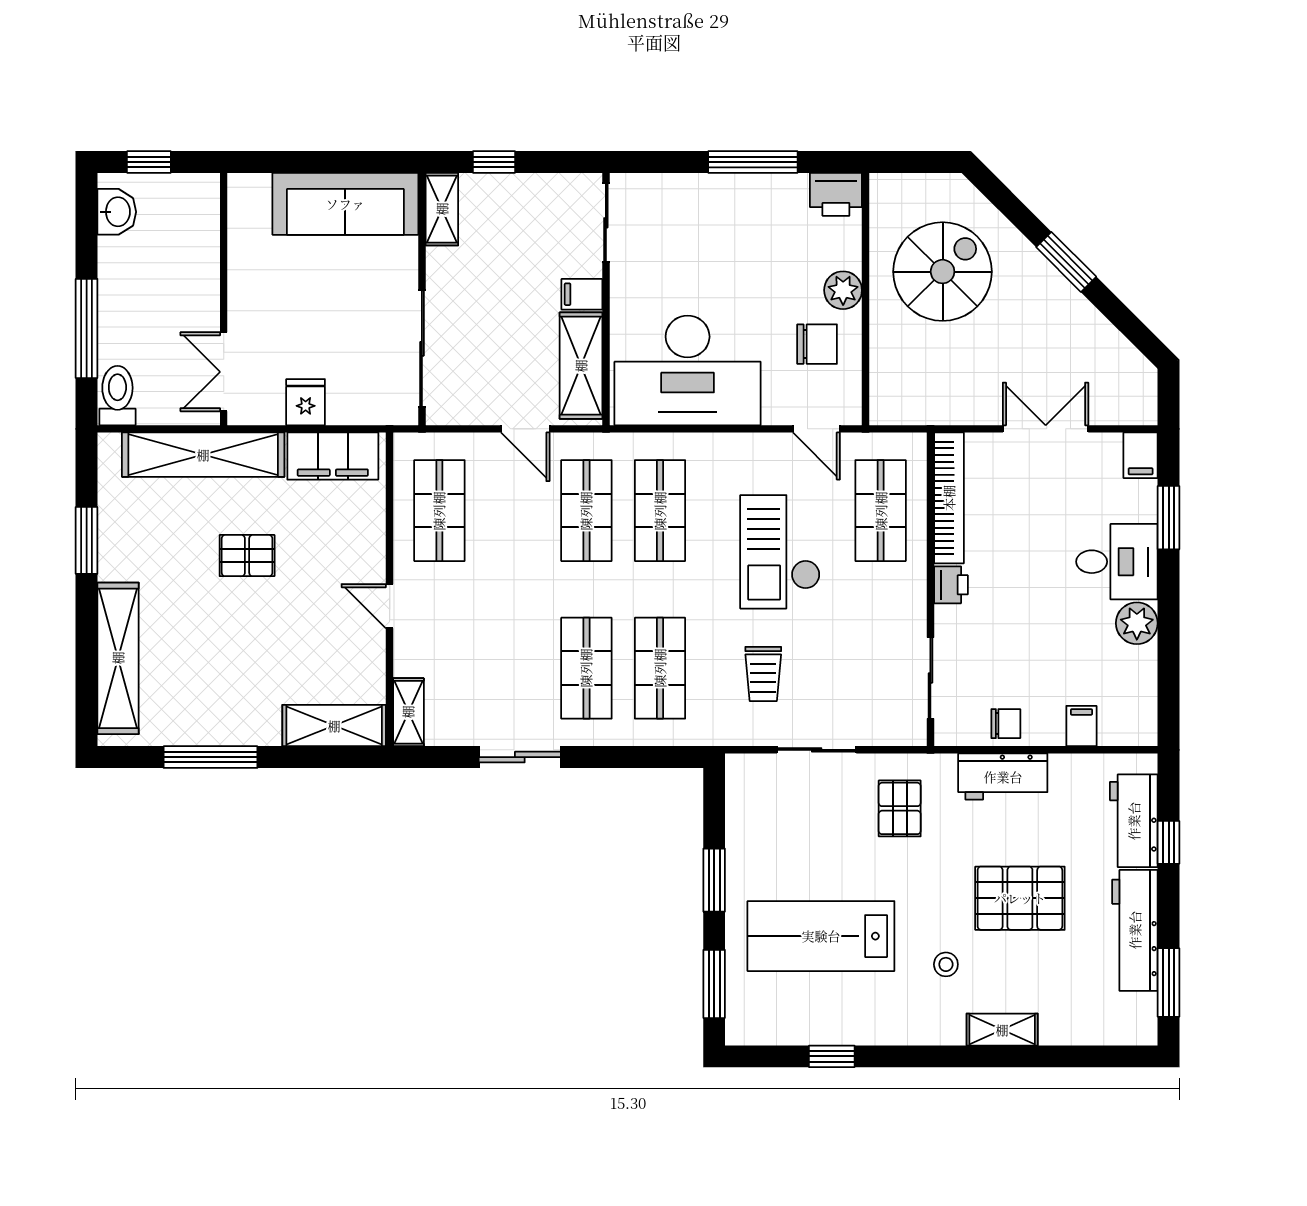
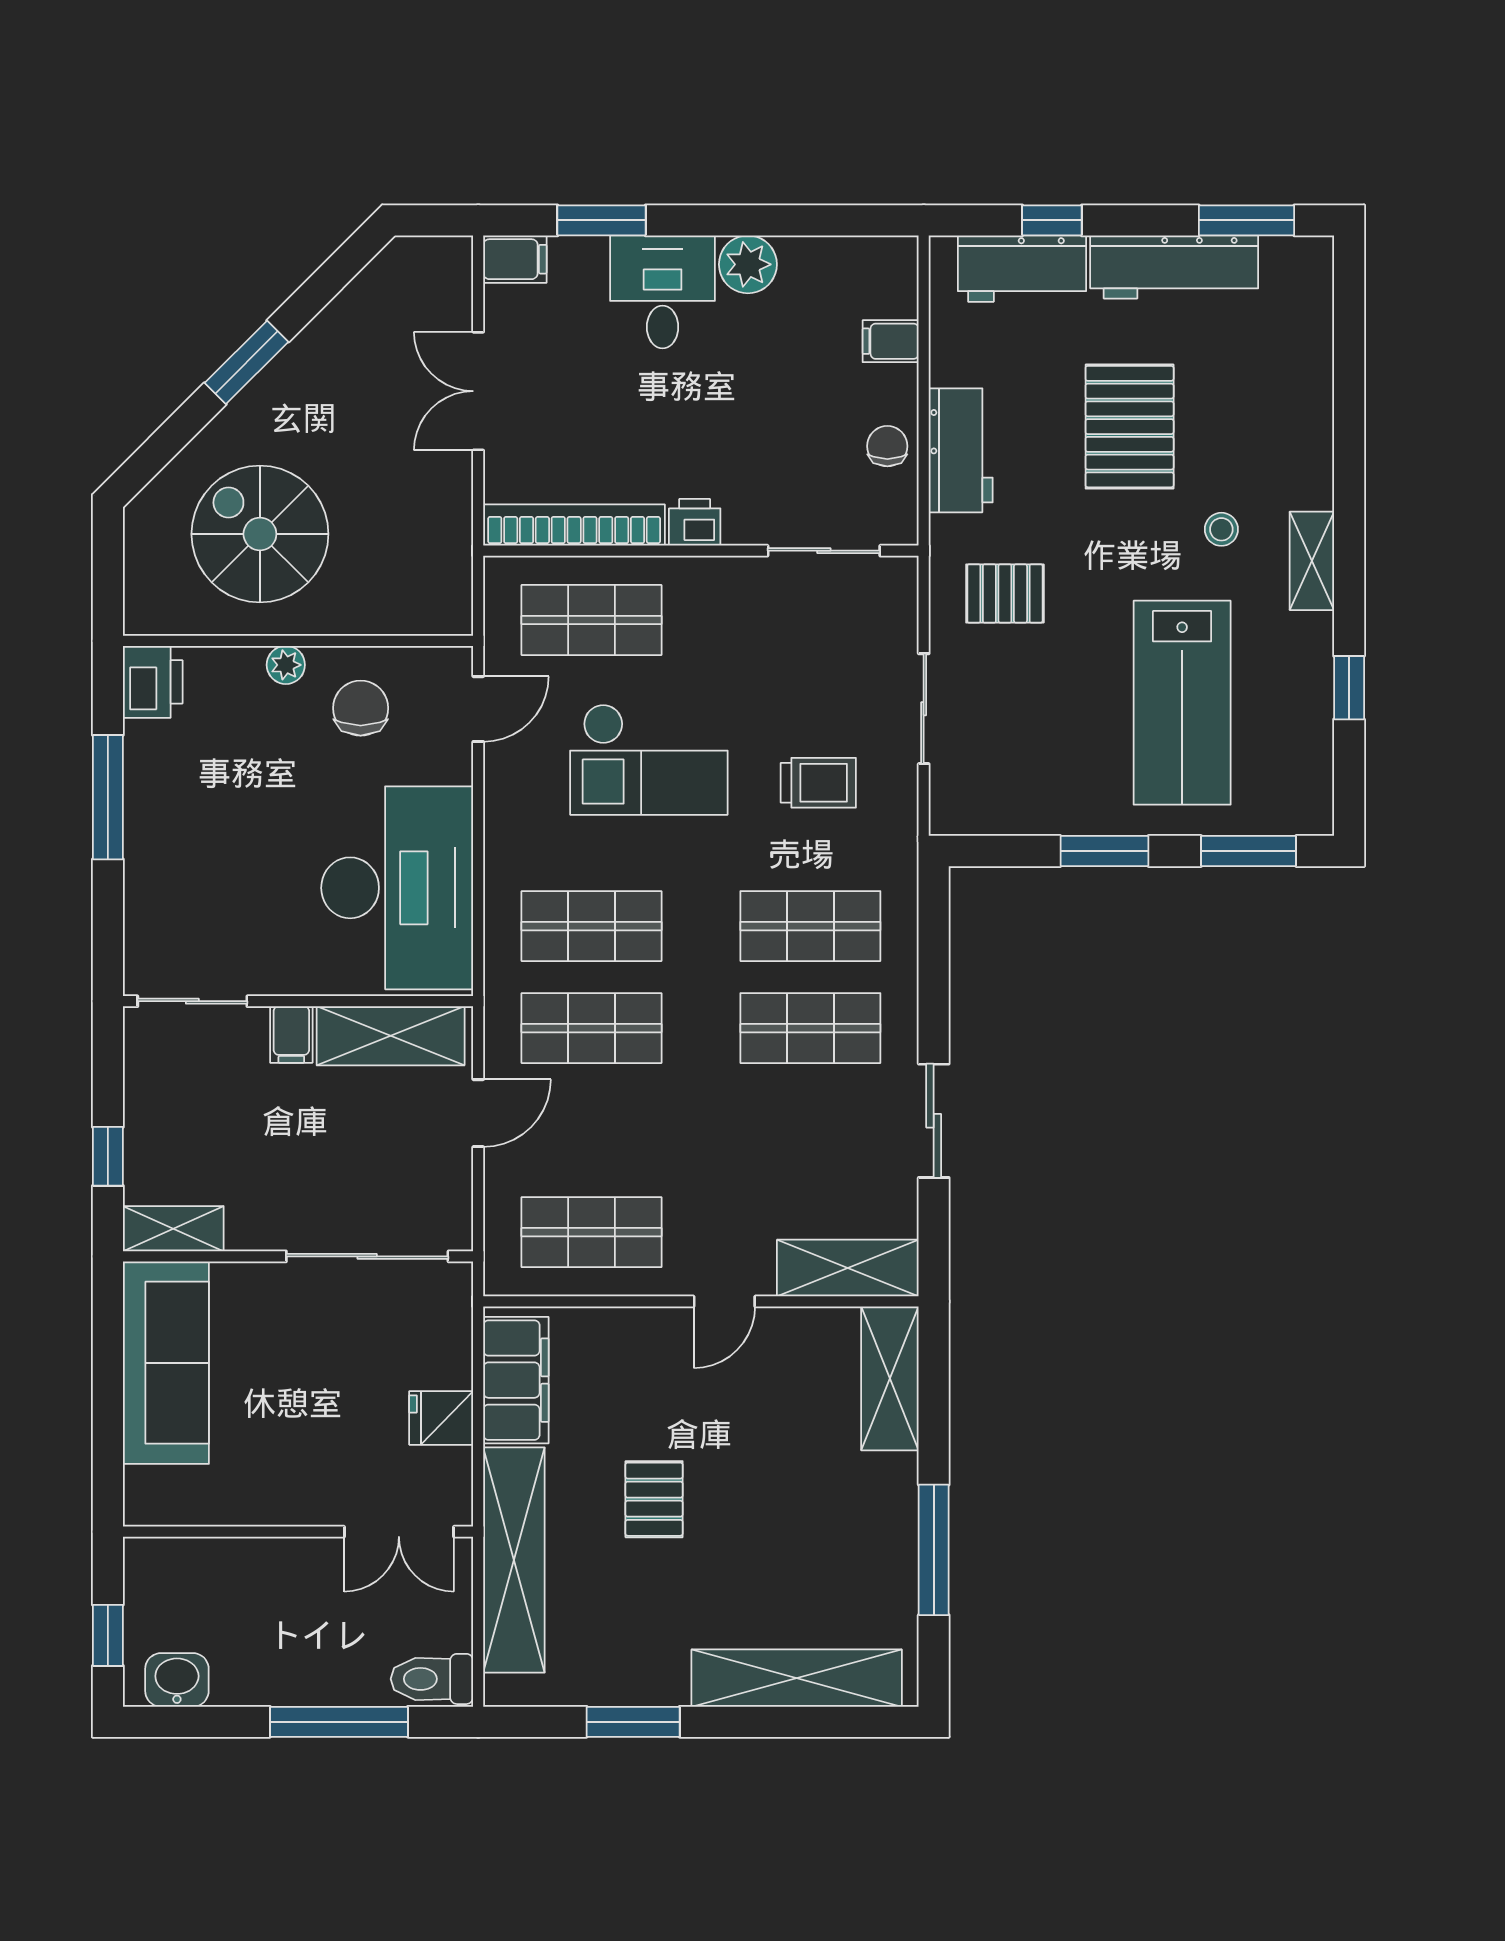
plant: (843, 290) -> (286, 665), width x0.73, depth x0.73
shelving: (408, 712) -> (848, 1268), width x1.50, depth x1.33
shelving: (1002, 1030) -> (1312, 561), moved

